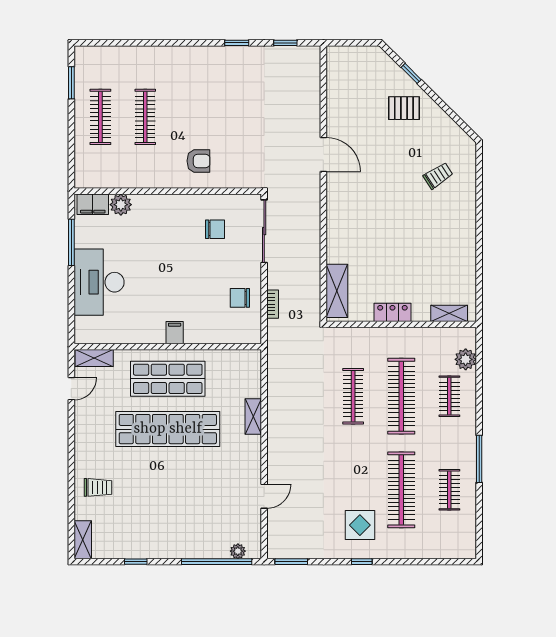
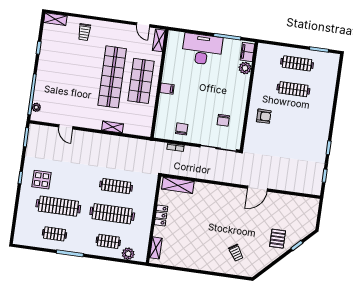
armchair: (198, 161) -> (264, 116), turned -90

